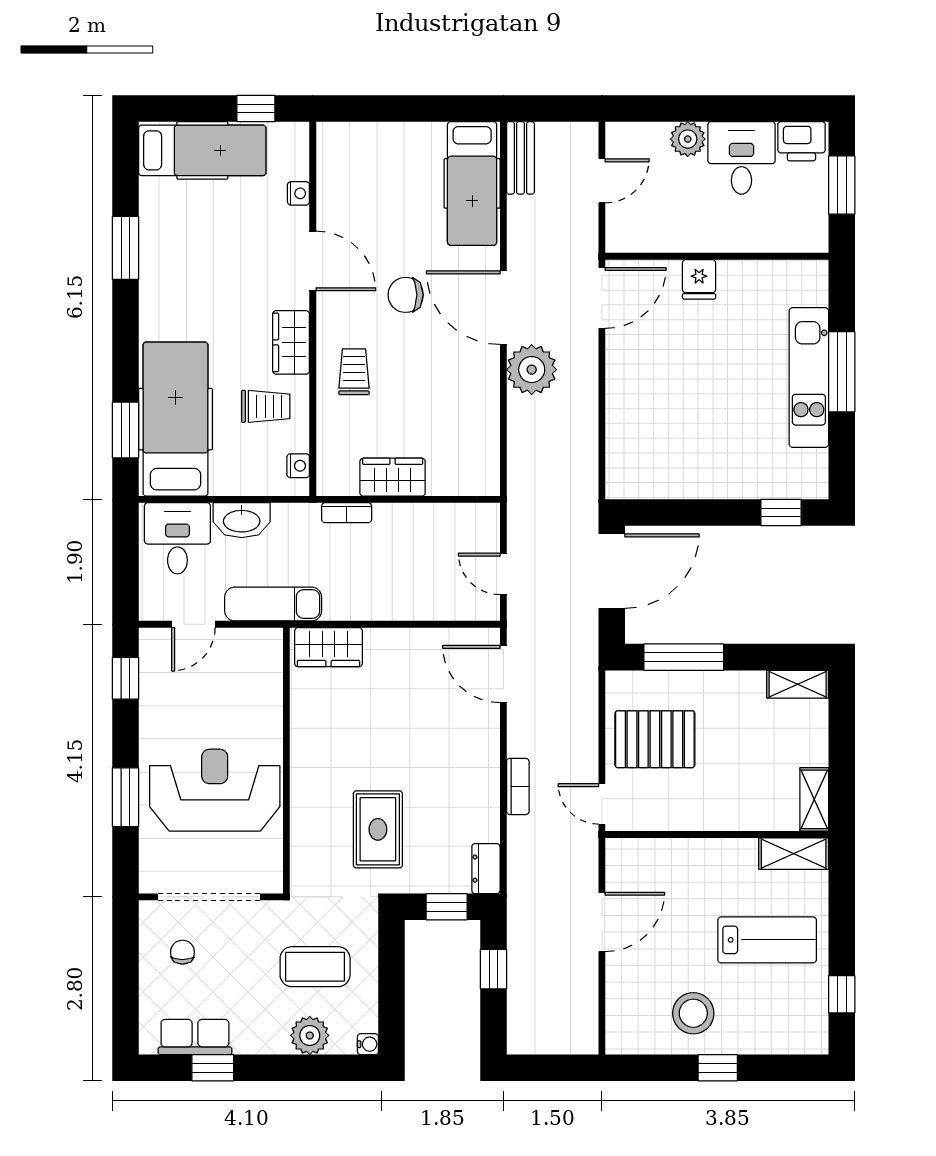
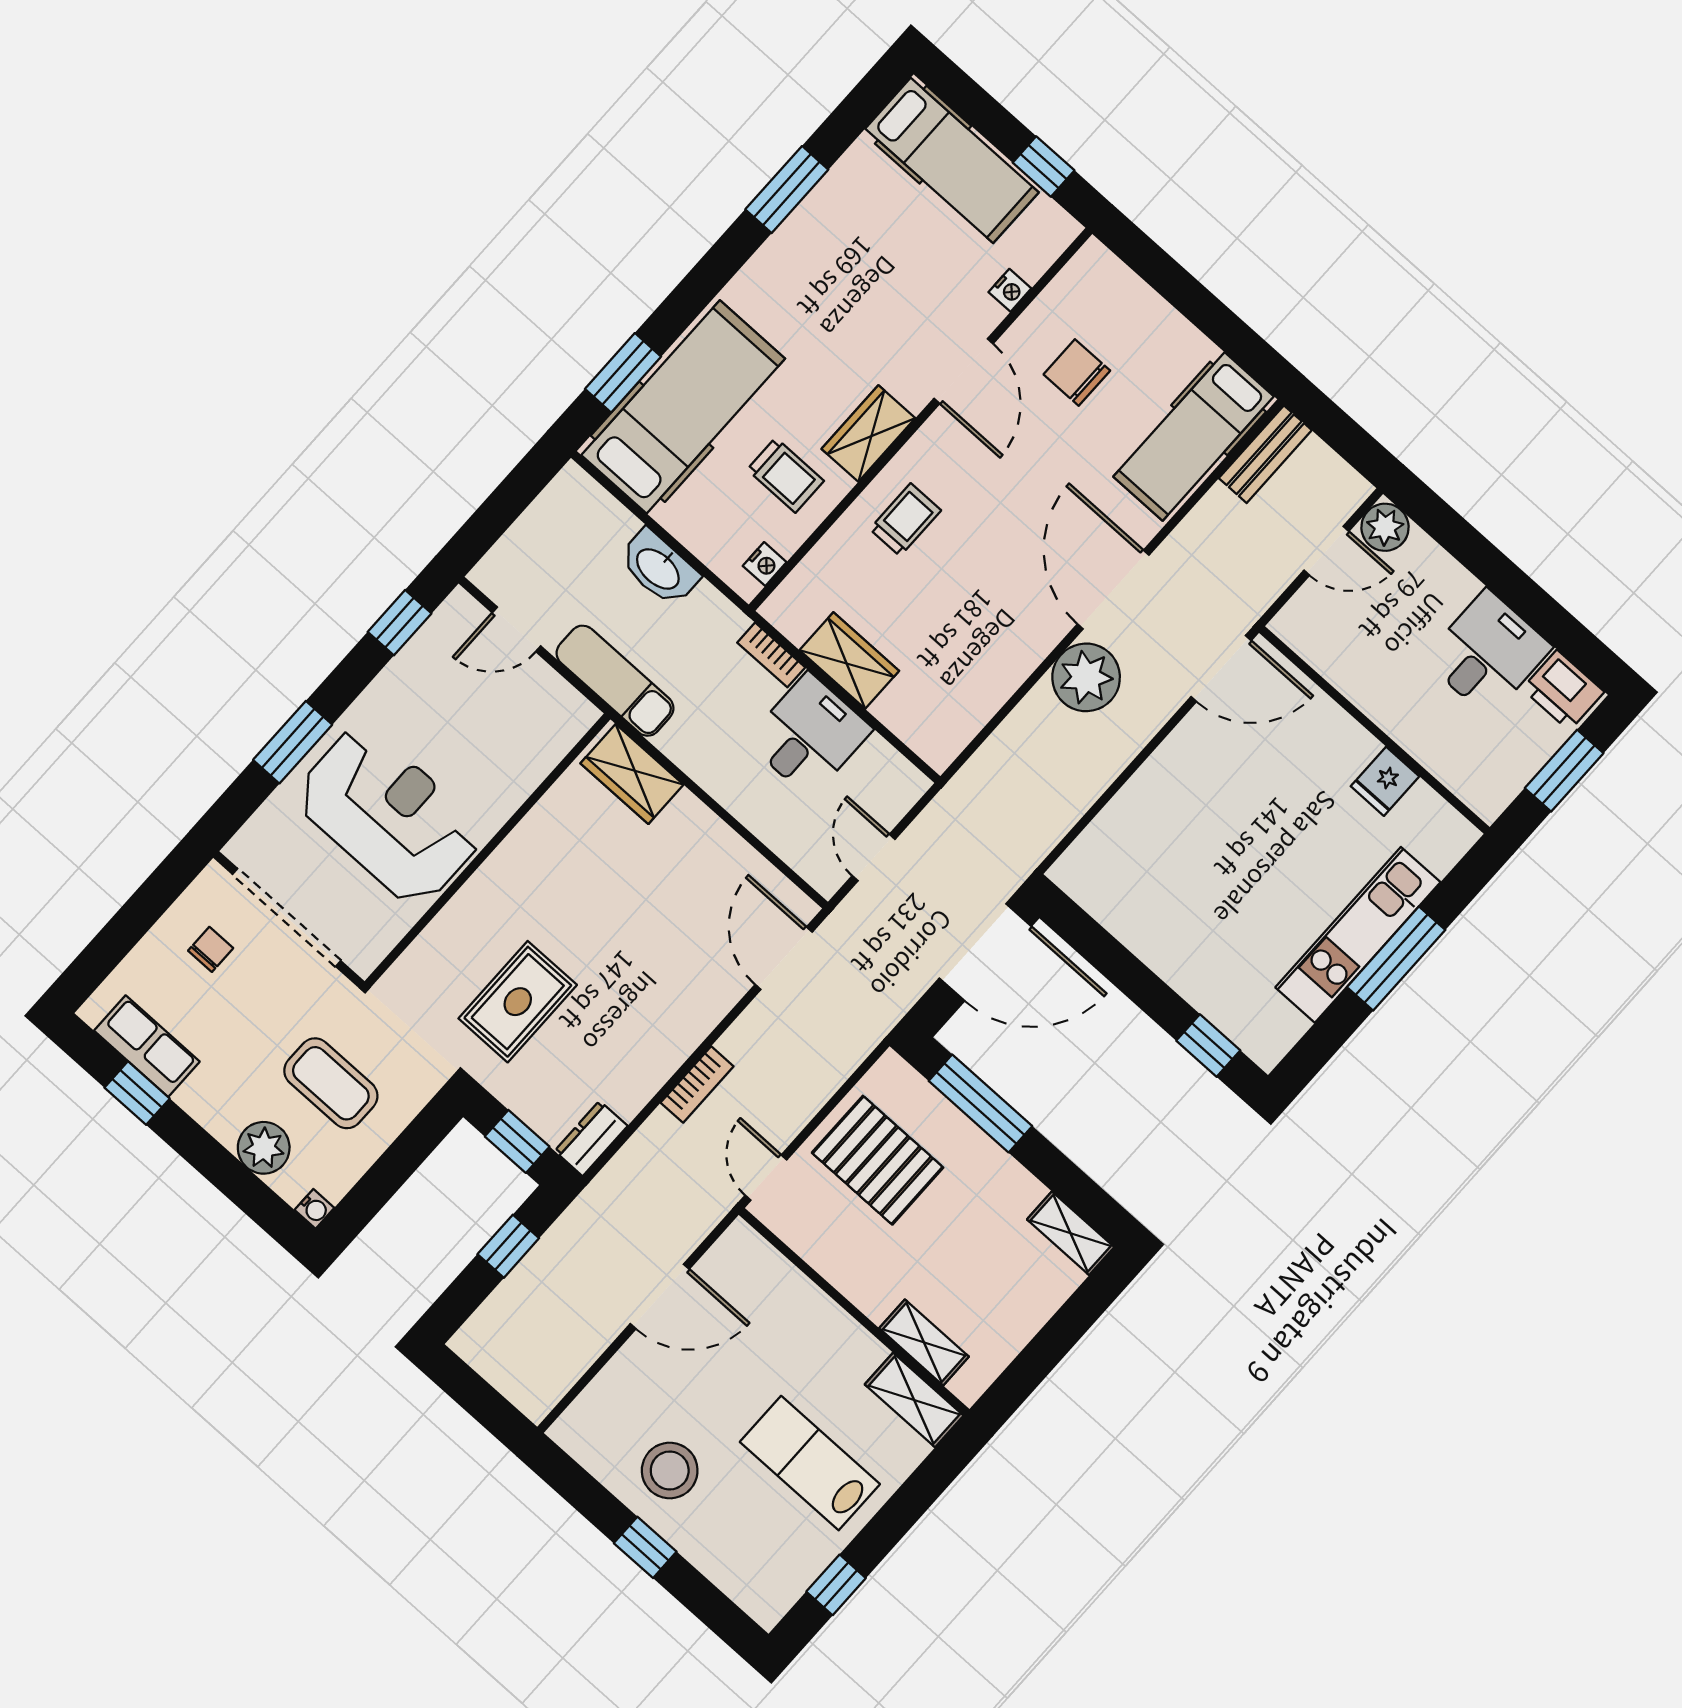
plant: (688, 139) -> (1385, 527), moved
fridge: (699, 279) -> (1385, 781), moved
chair: (406, 295) -> (1077, 372), moved
desk: (177, 538) -> (809, 735), moved
shelving: (814, 799) -> (924, 1342), moved, turned 90
lab bench: (767, 940) -> (810, 1463), turned 180

